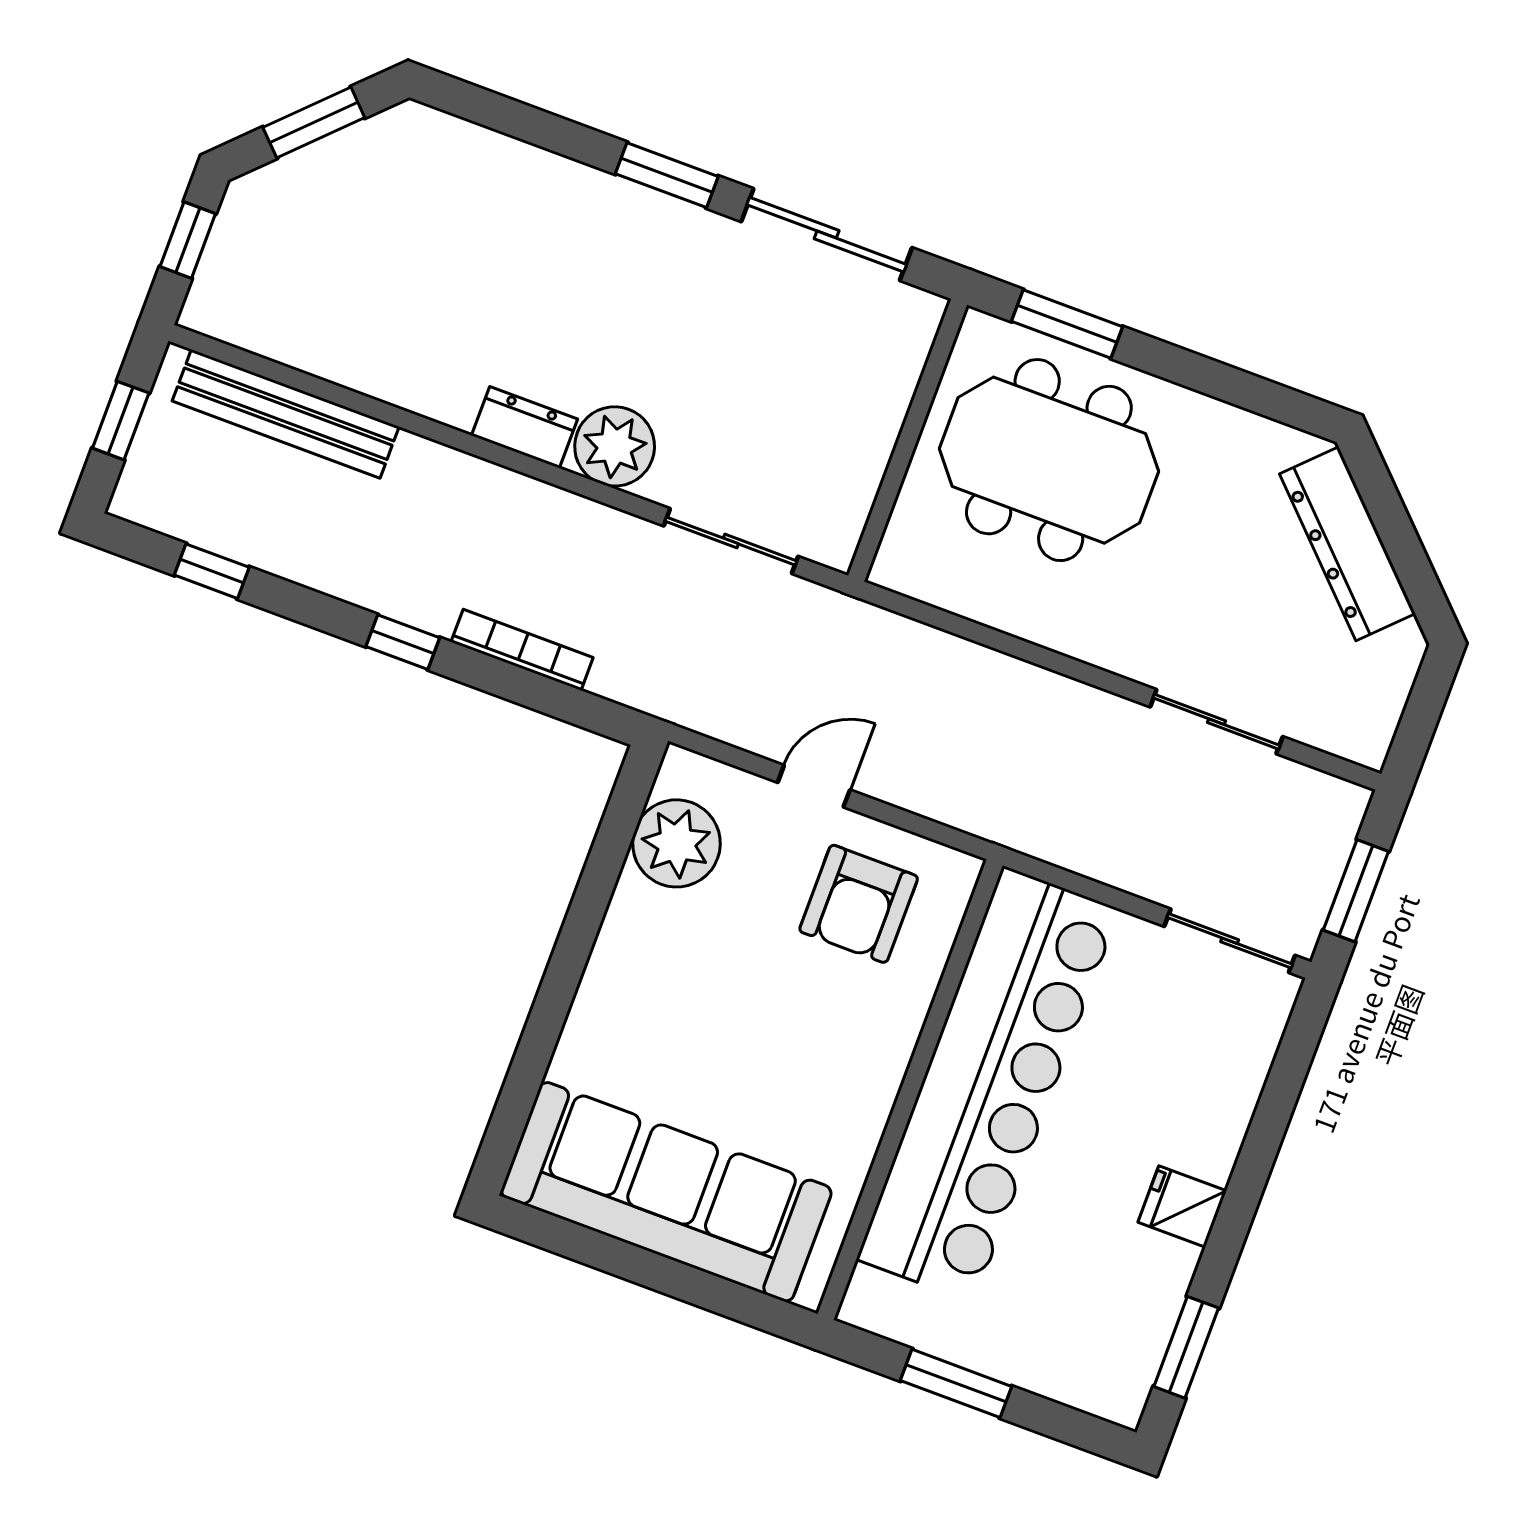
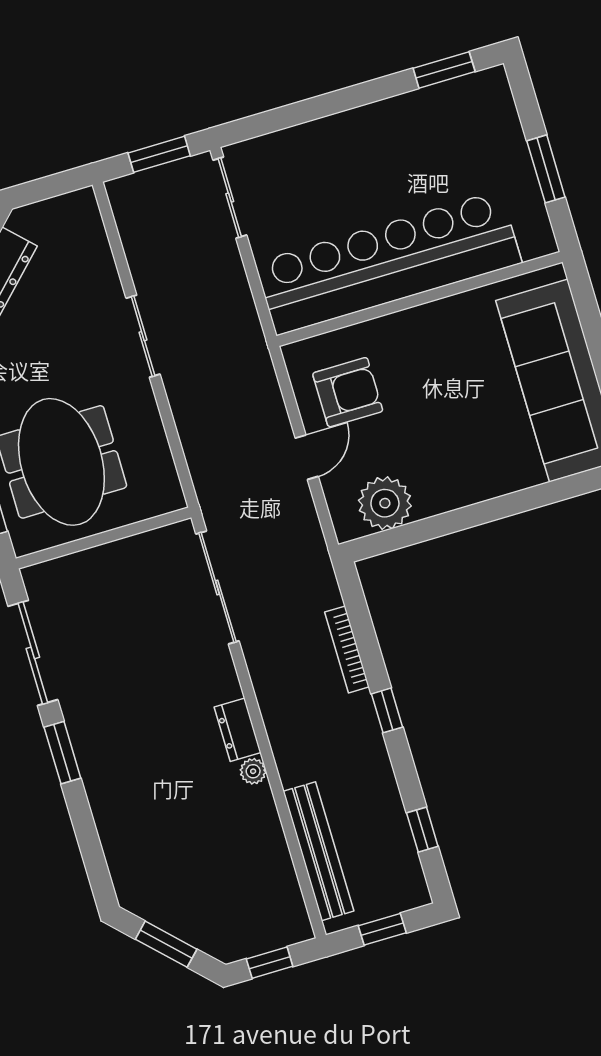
plant: (615, 446) -> (253, 771), moved, width x0.53, depth x0.53
sliding door: (731, 541) -> (217, 587), width x1.37
sliding door: (1216, 722) -> (143, 336), moved
door: (814, 786) -> (307, 457), swing flipped
fridge: (1182, 1207) -> (377, 123), removed

